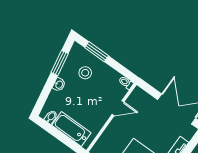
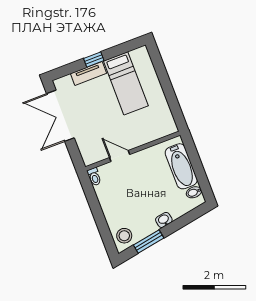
window: (97, 52) -> (103, 228), removed
stool: (85, 73) -> (124, 236), moved

